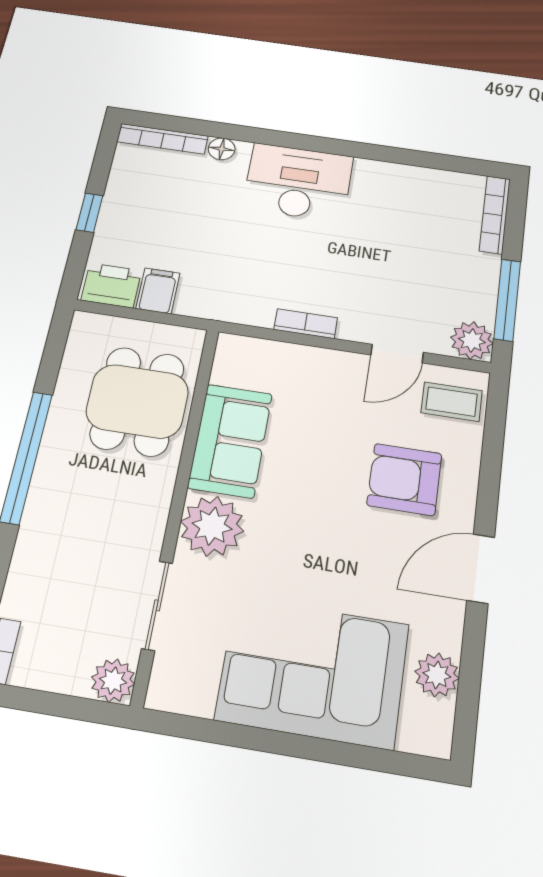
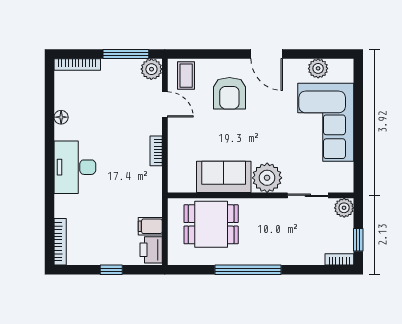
floor lamp: (222, 149) -> (61, 117), moved
window: (34, 701) -> (358, 240), added

